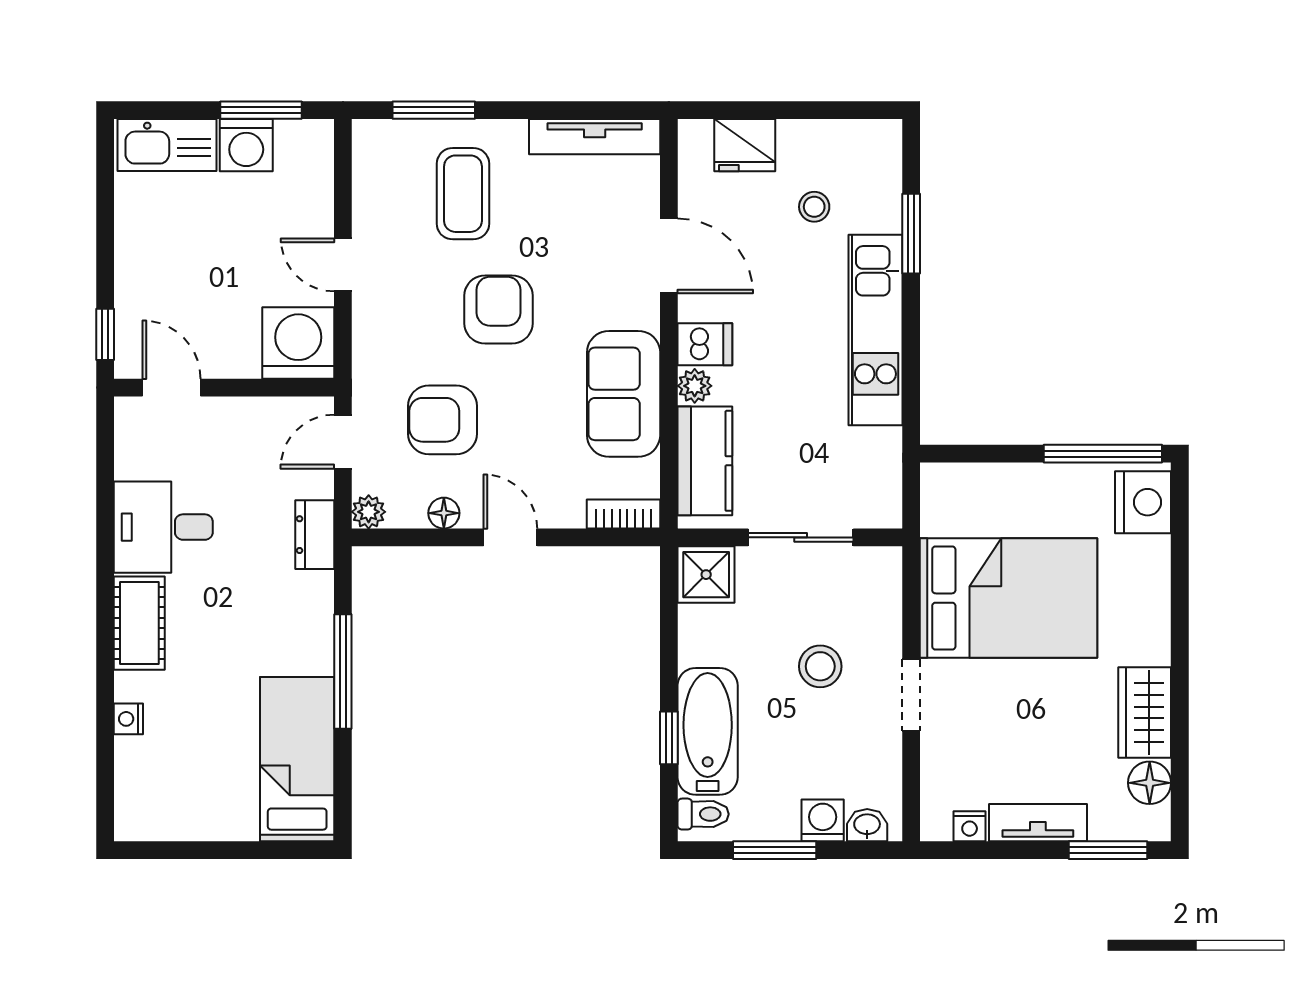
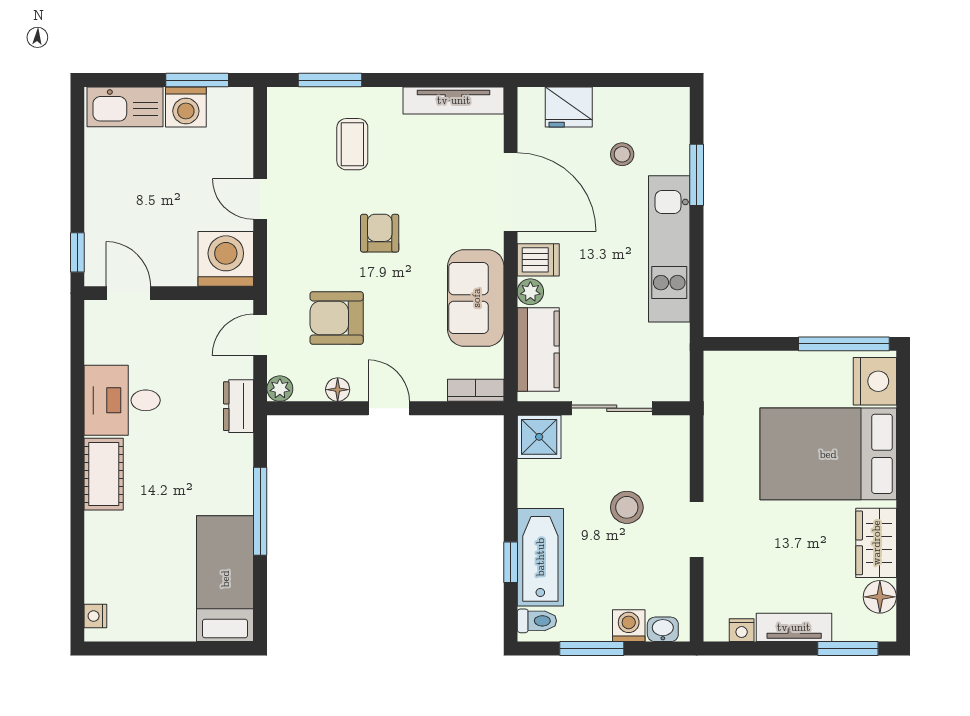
coffee table: (463, 194) -> (352, 144), width x0.73, depth x0.77
door: (669, 256) -> (511, 192), width x1.36
armchair: (499, 309) -> (380, 233), width x0.72, depth x0.72
bed: (1009, 598) -> (828, 454), moved, turned 180
nightstand: (128, 719) -> (95, 616), moved

